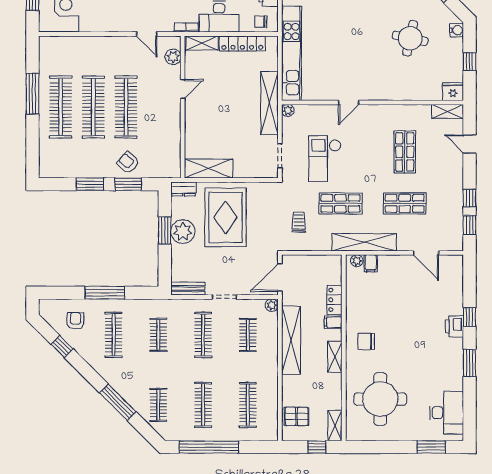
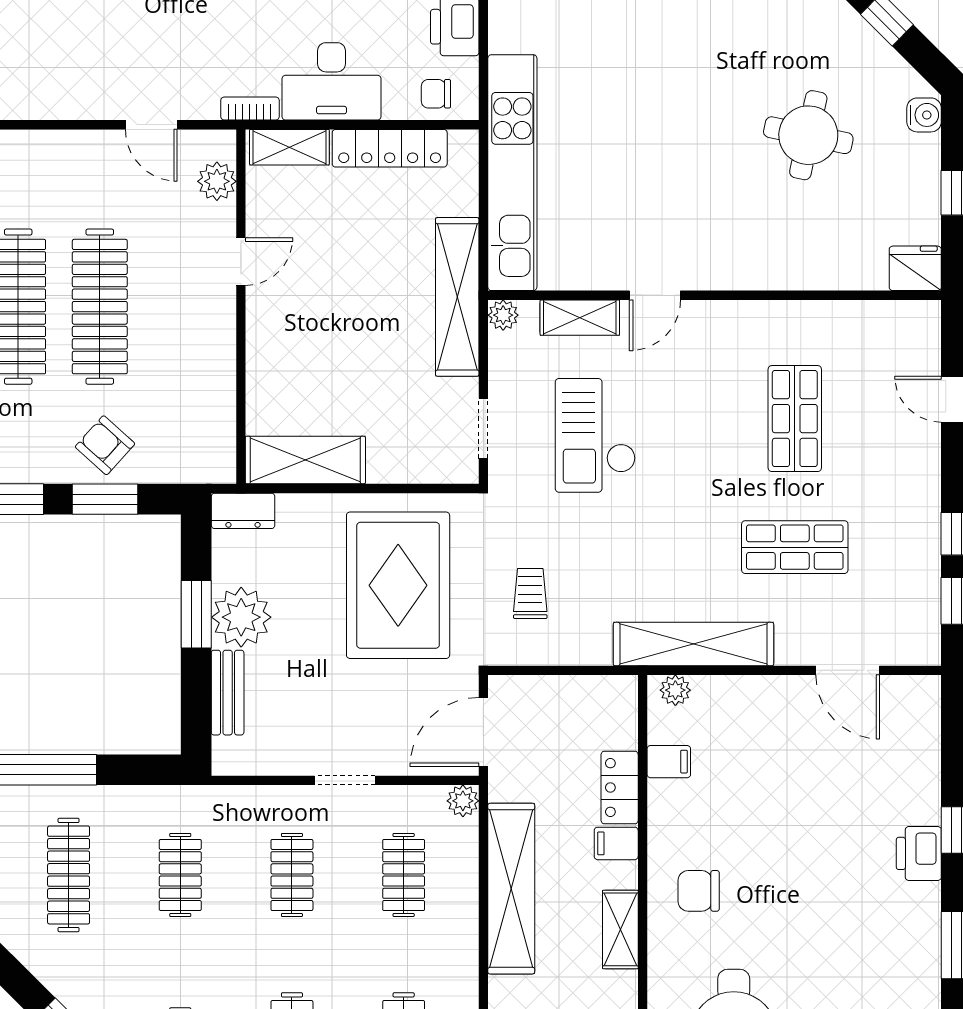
shelving: (448, 111) -> (580, 318), moved
shop shelf: (340, 203) -> (634, 547), removed
rug: (225, 217) -> (398, 585), moved
filing cabinet: (371, 263) -> (669, 762), moved, turned -90
bench: (188, 289) -> (228, 693), moved, turned 90
clothes rail: (203, 335) -> (292, 875), width x0.73

